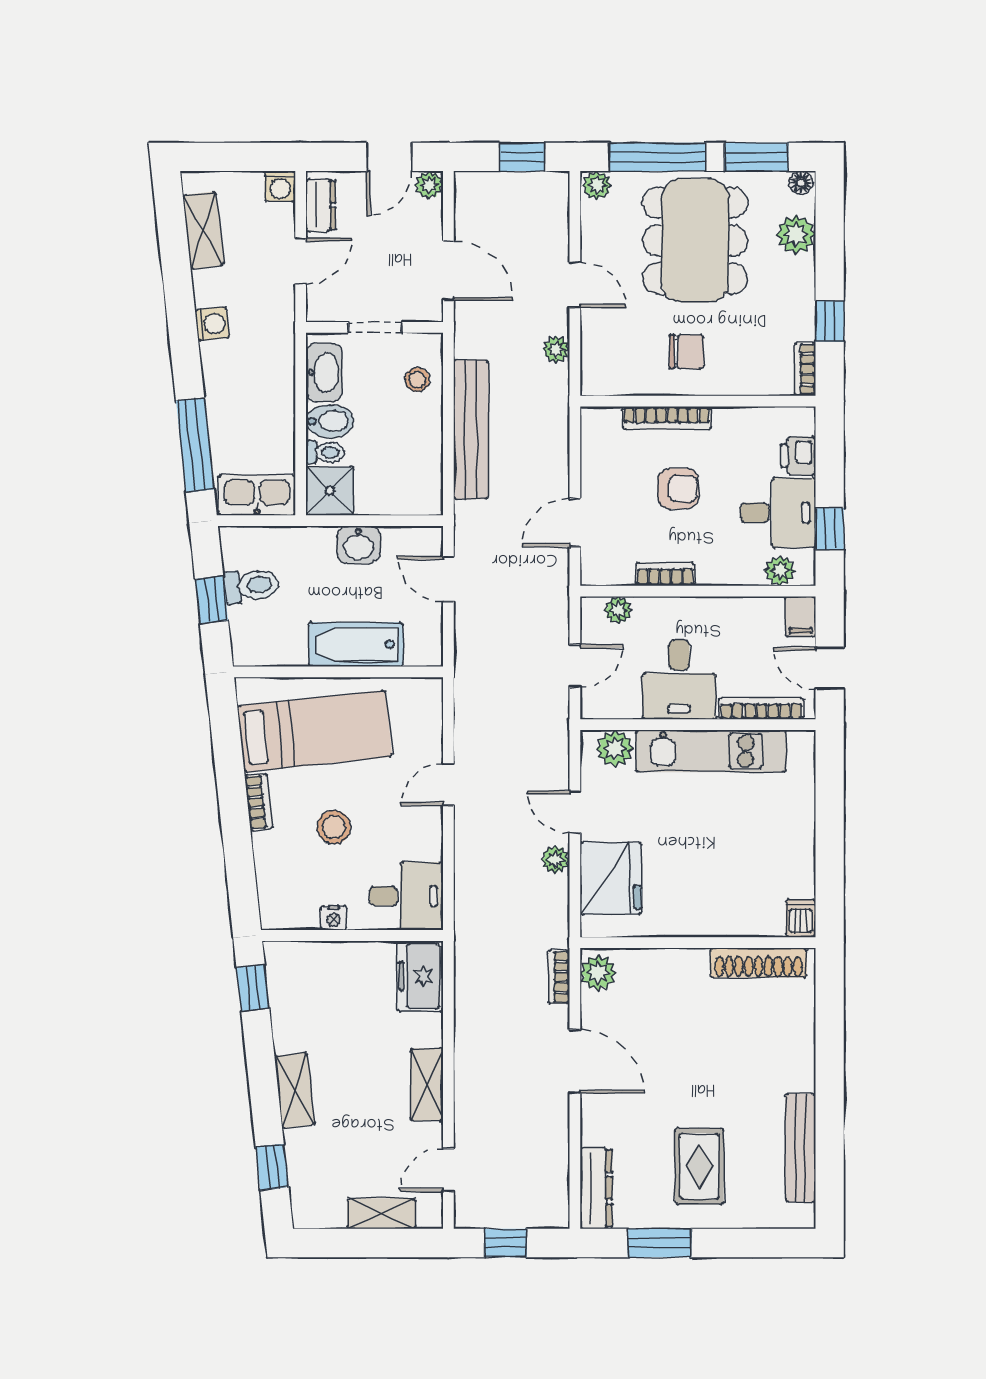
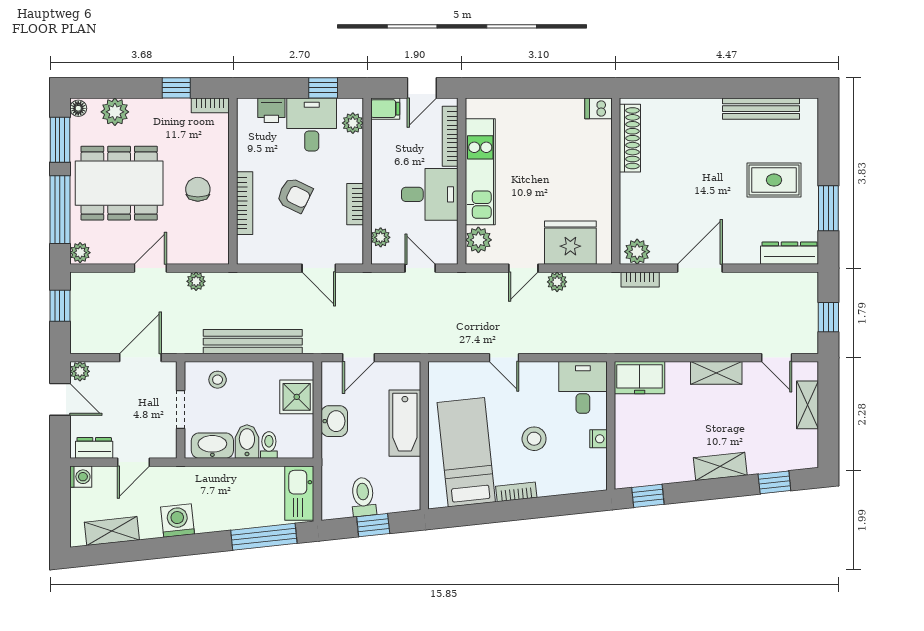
door: (301, 261) -> (133, 462), swing flipped
washing machine: (212, 324) -> (178, 521), width x1.38, depth x1.38
armchair: (678, 489) -> (295, 195), turned 116
shower: (330, 491) -> (297, 397), moved

